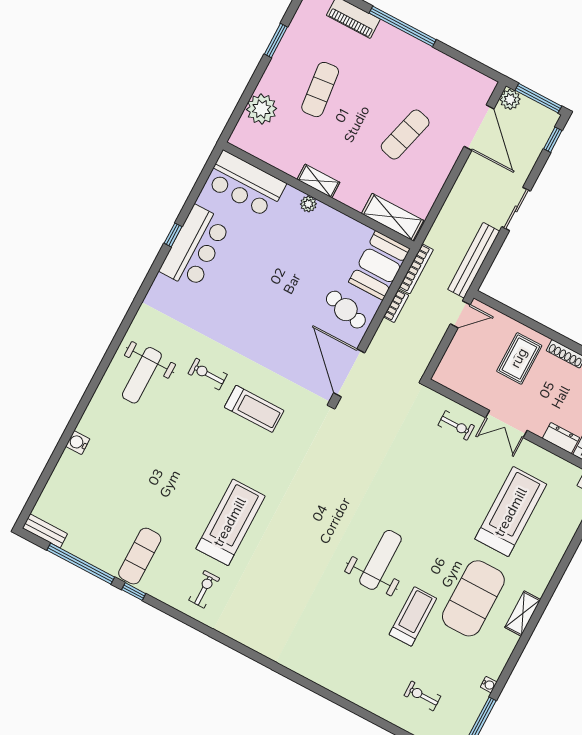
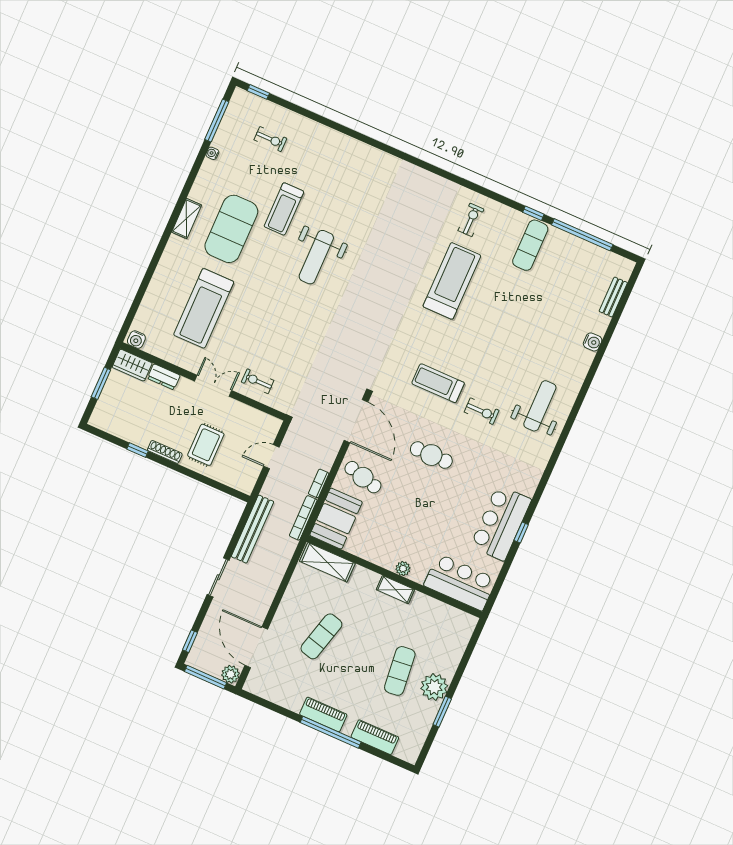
piano: (409, 47) -> (323, 714), added
plant: (261, 109) -> (434, 687), moved
door: (460, 314) -> (271, 457), moved
cafe table: (267, 329) -> (431, 455), added
treadmill: (230, 522) -> (452, 281), turned 180
bench: (45, 531) -> (613, 297), moved, turned 90
exercise bike: (204, 589) -> (471, 220), turned 180

